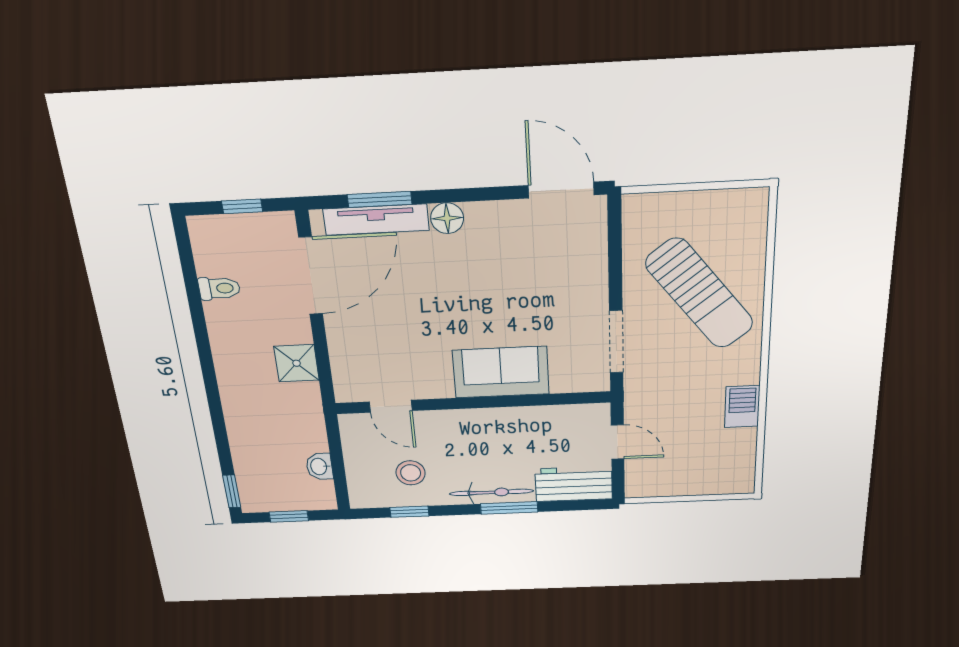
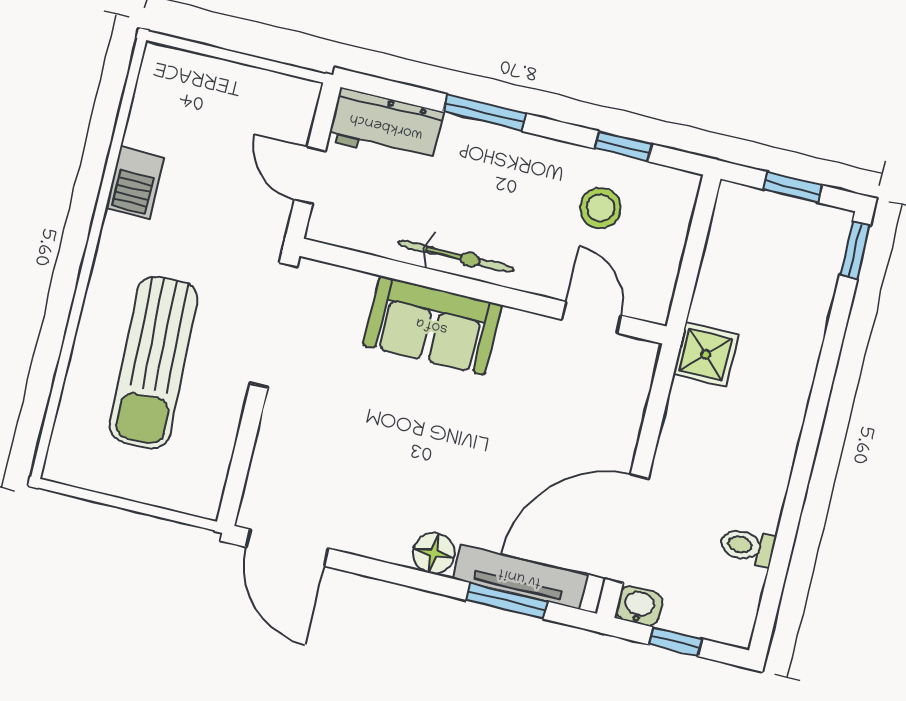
sun lounger: (700, 293) -> (154, 362), turned -144
doorway: (616, 342) -> (274, 325), width x1.36
shower: (297, 363) -> (706, 354), moved
washbasin: (319, 466) -> (639, 606), moved, turned -90
bicycle: (491, 492) -> (456, 256), moved, turned 180

